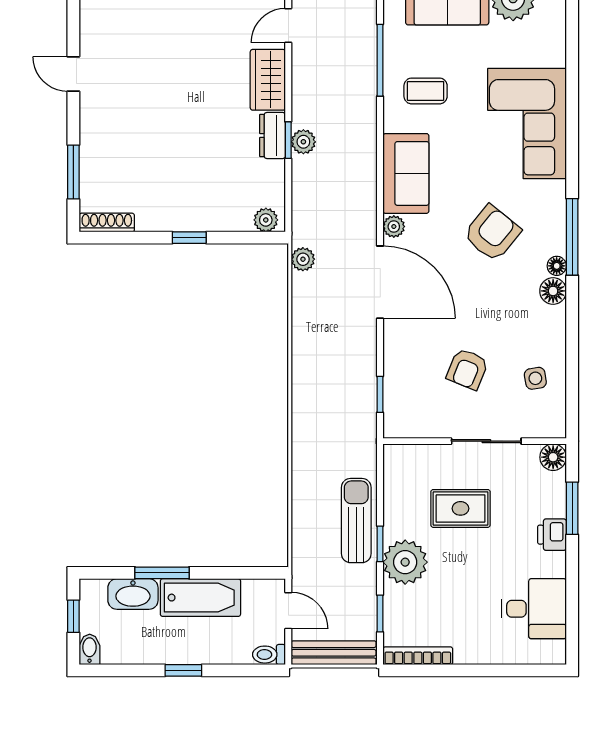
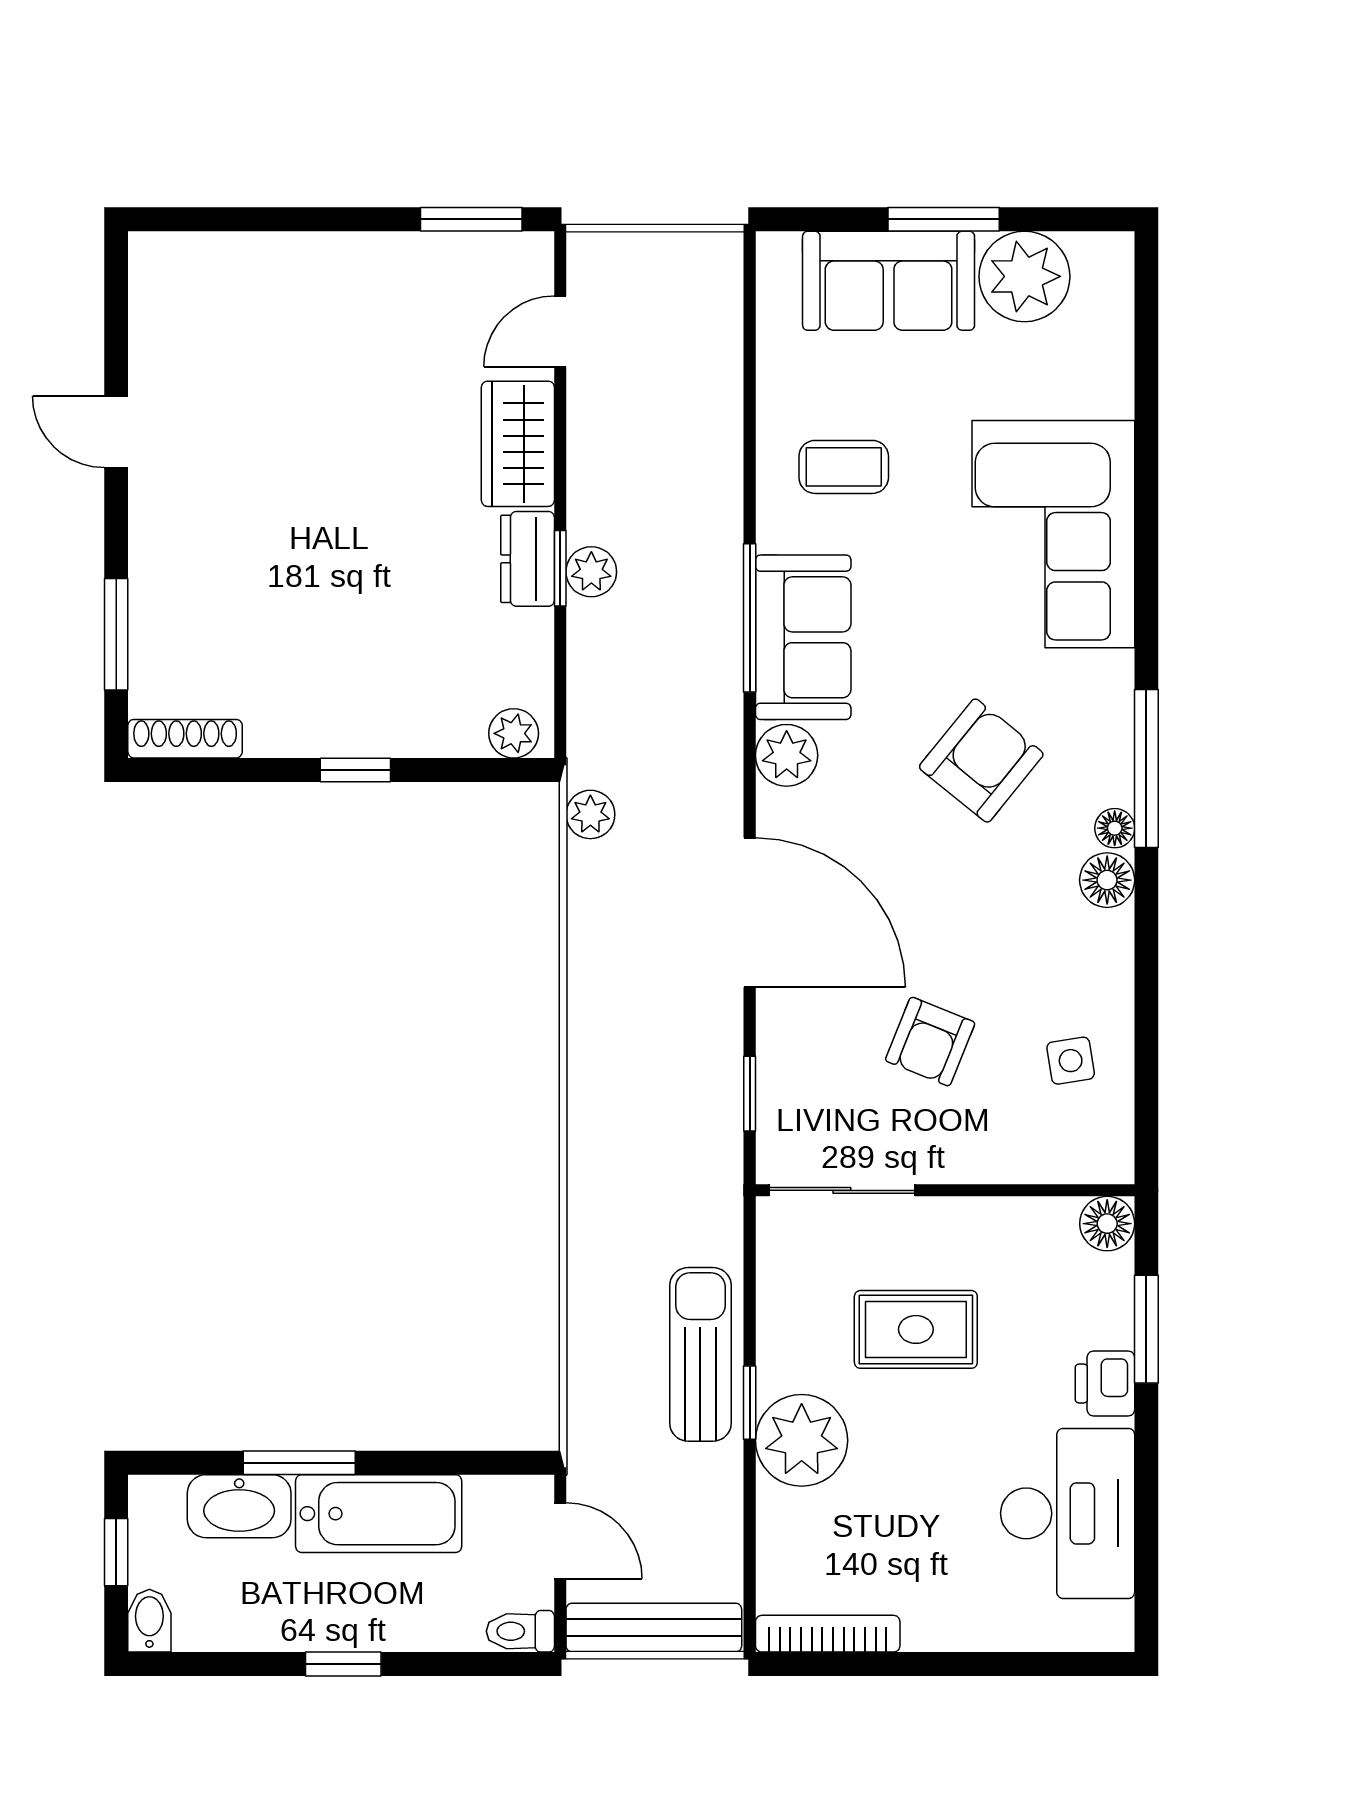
window: (380, 60) -> (750, 618), moved
plant: (394, 227) -> (787, 755), width x1.38, depth x1.38
door: (380, 282) -> (750, 913), moved
sliding door: (486, 441) -> (842, 1190), moved
desk: (534, 609) -> (1068, 1513), width x1.37
window: (380, 614) -> (750, 1546), removed

